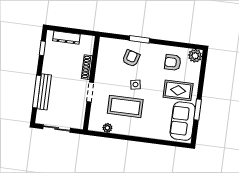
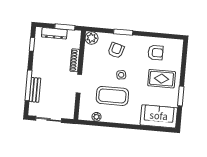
window: (78, 31) -> (65, 27), added
plant: (195, 56) -> (92, 38), moved
armchair: (173, 62) -> (155, 53), turned 180
bench: (44, 92) -> (35, 90), width x0.73
sofa: (183, 121) -> (159, 116), moved, turned 90

